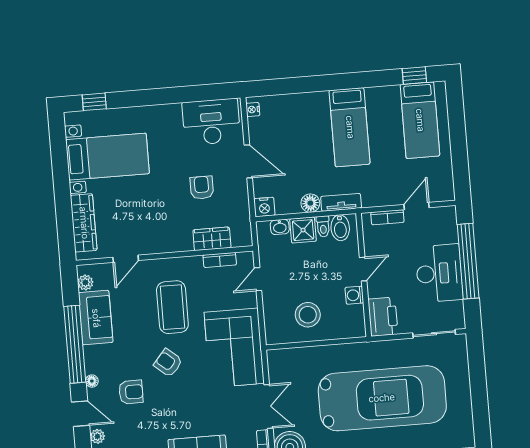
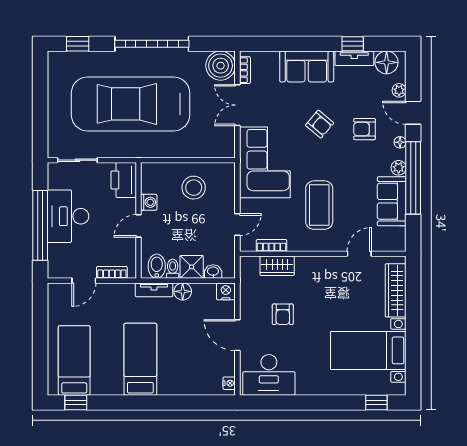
plant: (85, 283) -> (399, 168), moved
armchair: (168, 363) -> (320, 124), moved

